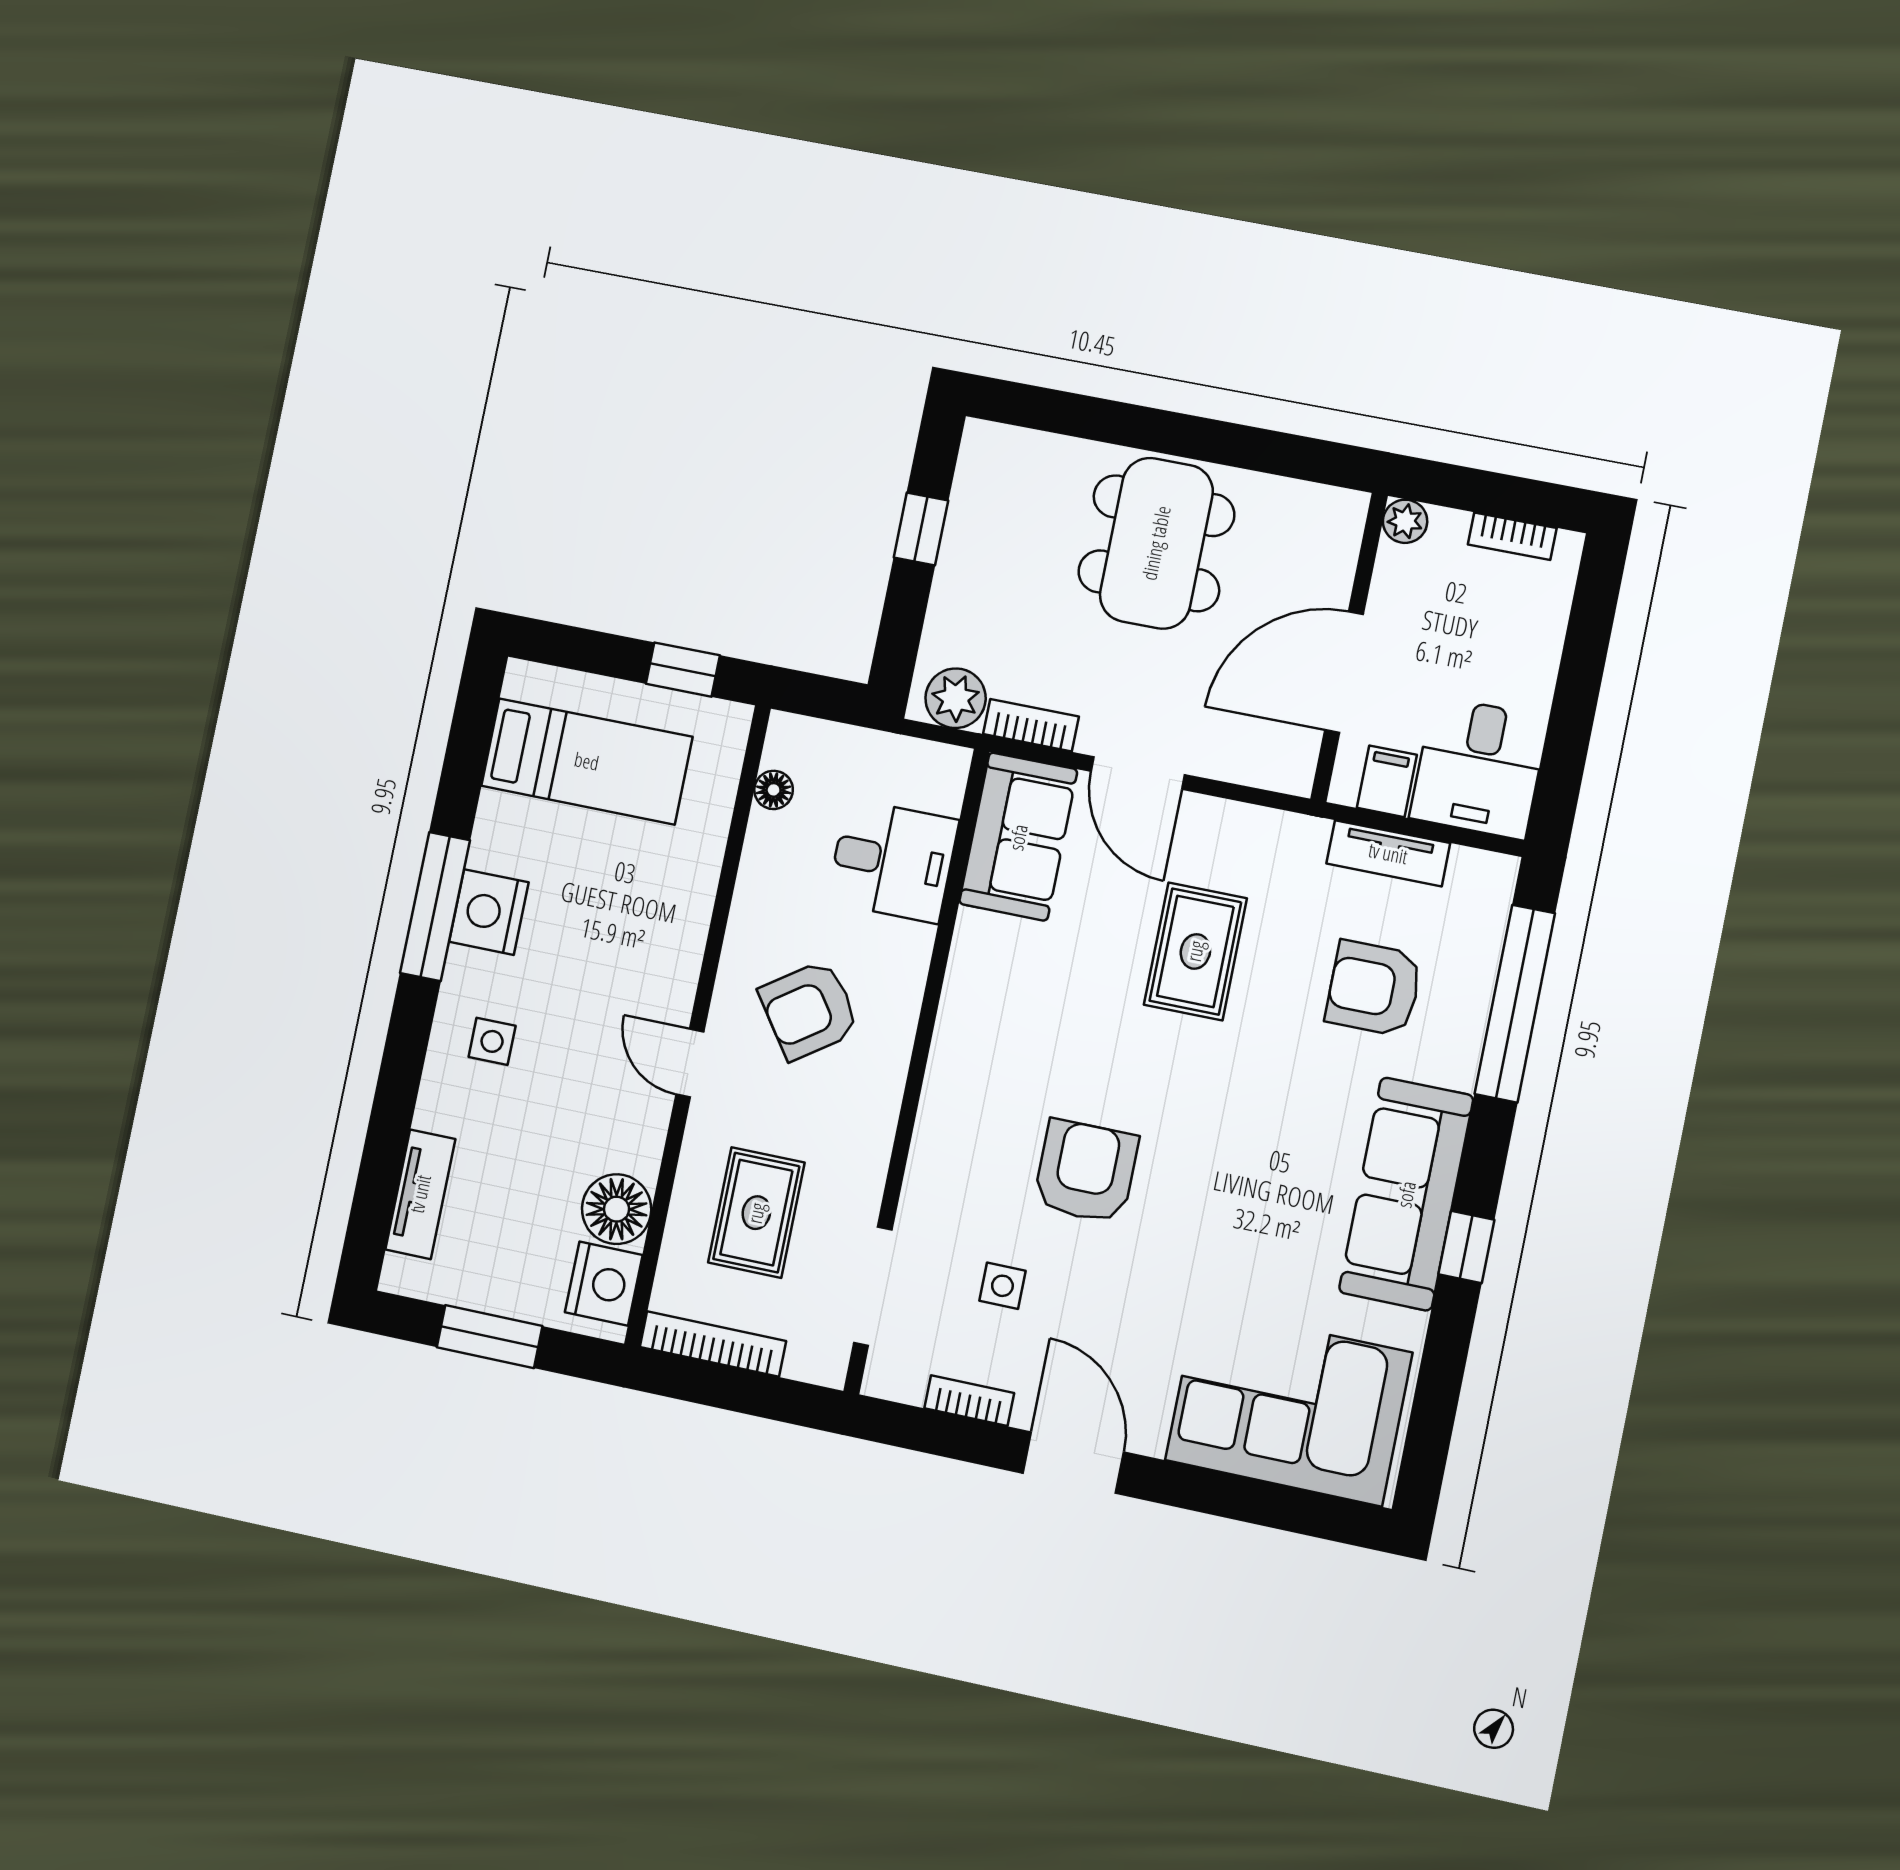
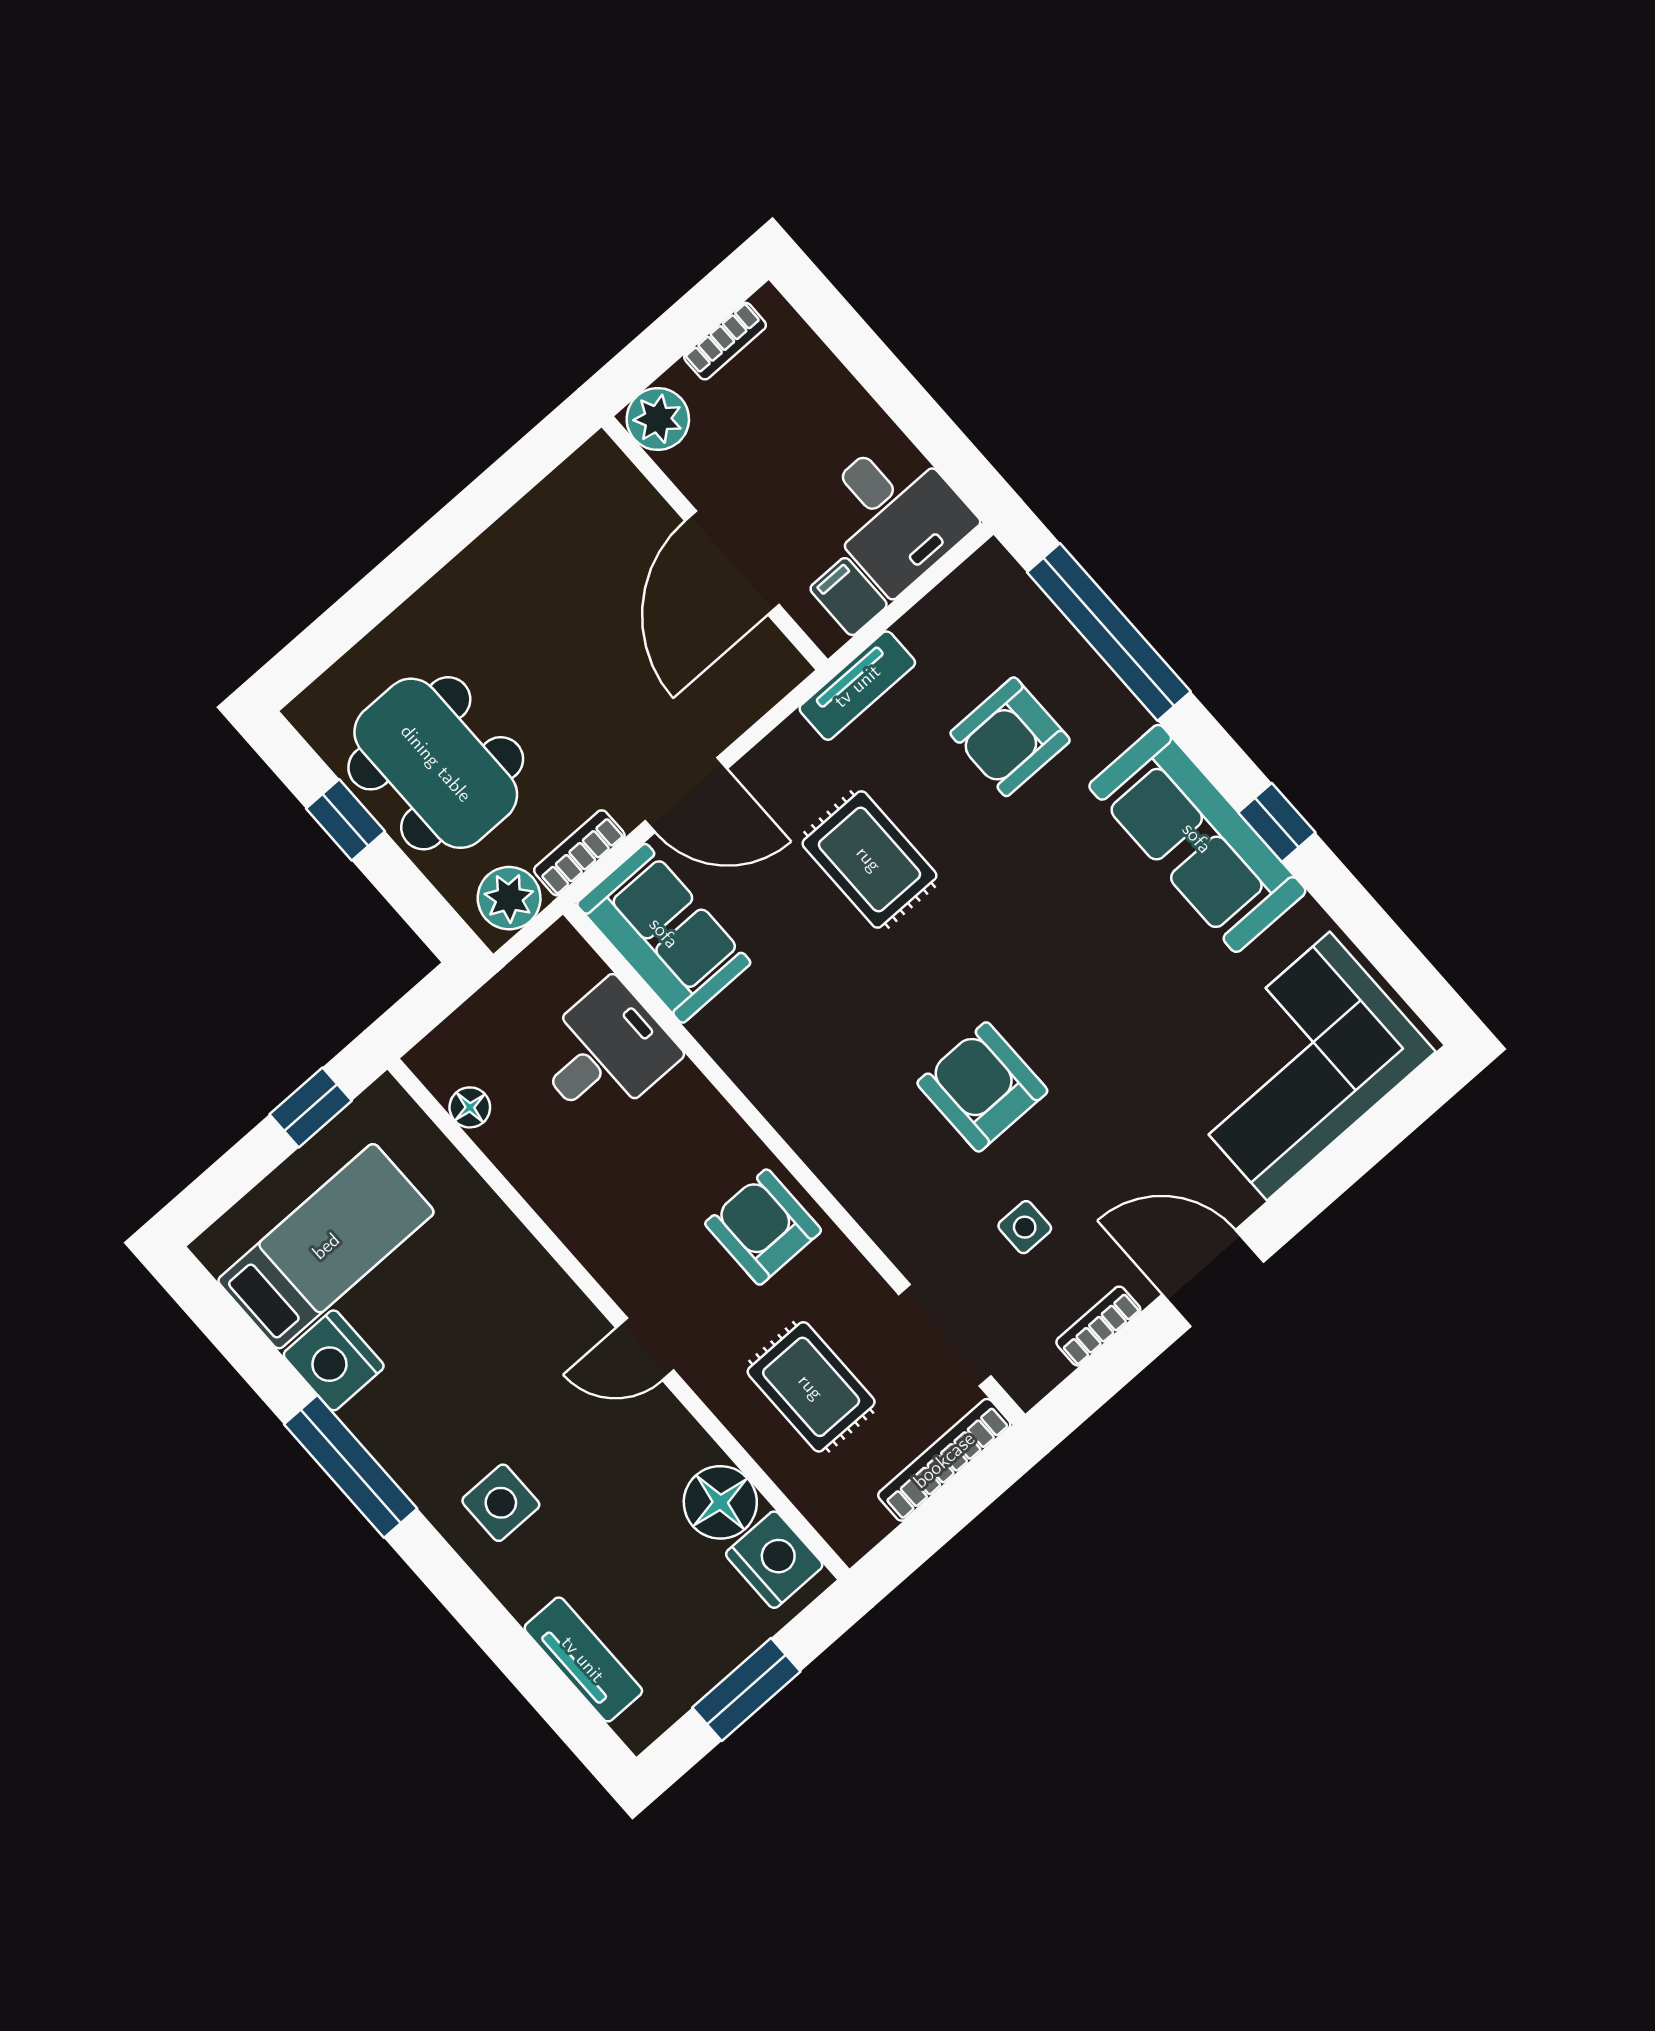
plant: (1405, 521) -> (658, 419), width x1.38, depth x1.38
dining table: (1156, 543) -> (436, 763), moved
tv unit: (1388, 853) -> (857, 686), moved
nightstand: (489, 912) -> (334, 1360), moved
armchair: (809, 1010) -> (763, 1227), moved, turned 125
side table: (492, 1041) -> (501, 1503), width x1.37, depth x1.37
bookcase: (713, 1344) -> (944, 1460), moved

